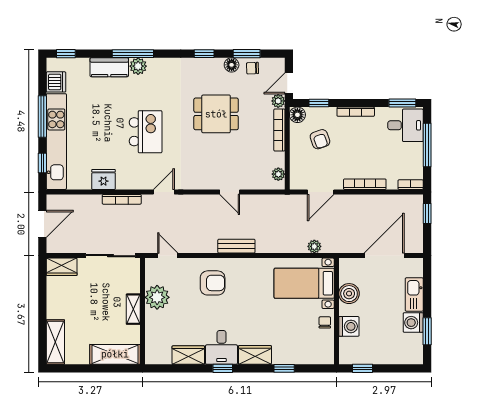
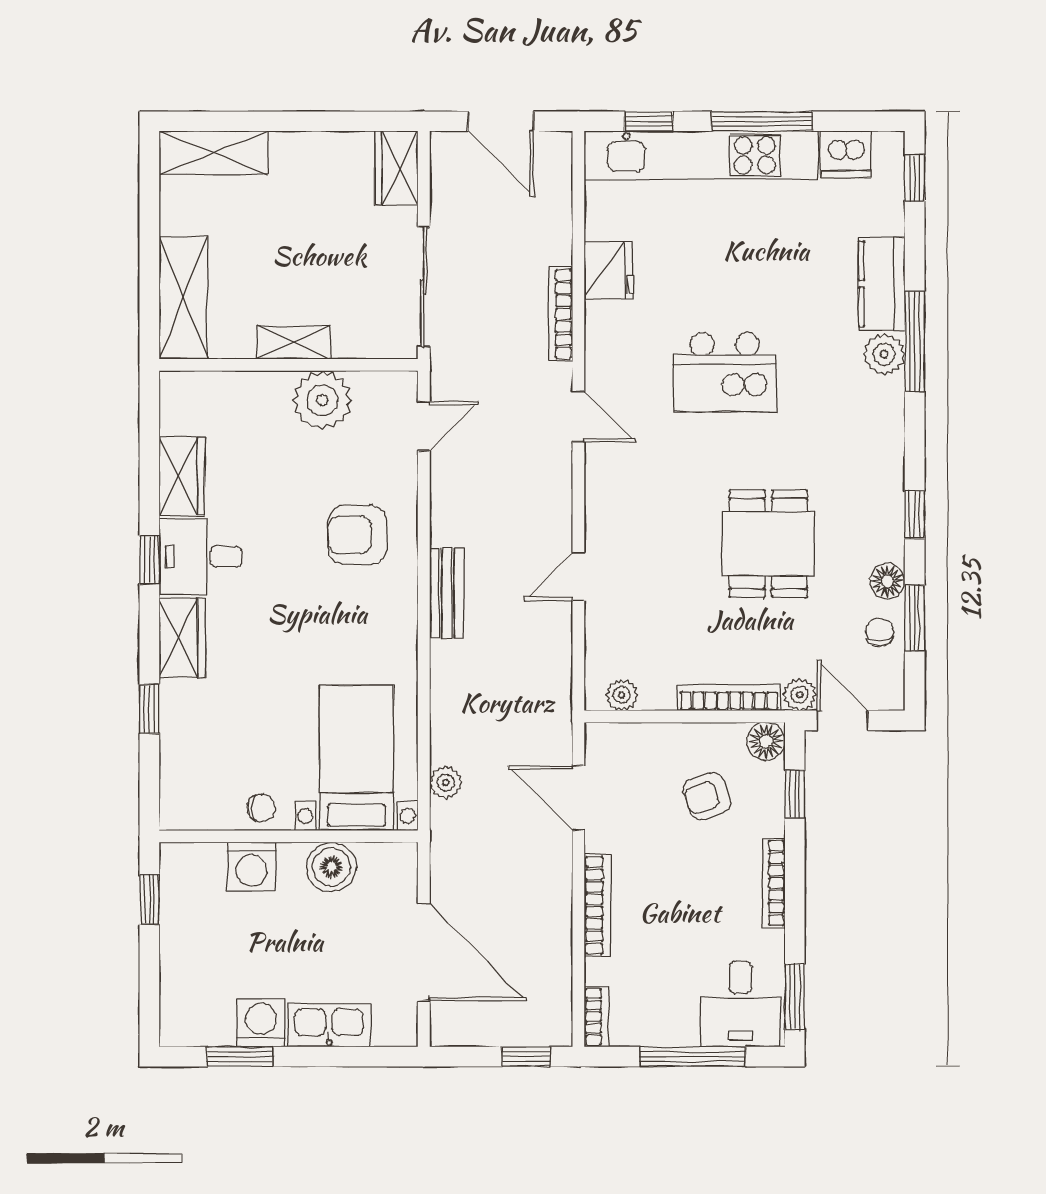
armchair: (213, 283) -> (357, 535), turned 90

